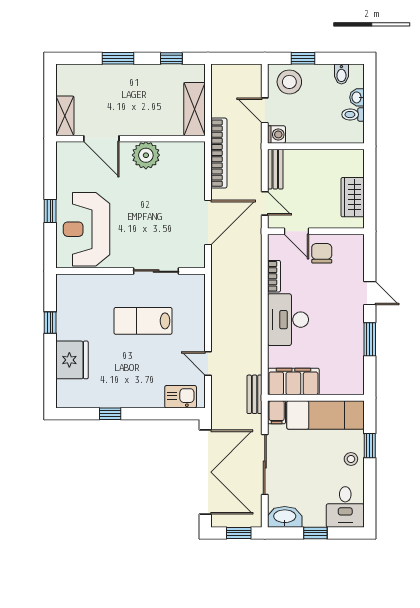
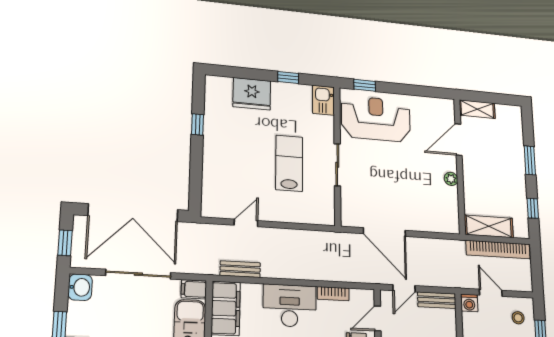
stool: (289, 82) -> (518, 318), width x0.53, depth x0.53
door: (265, 110) -> (491, 293), hinge flipped
bookcase: (219, 153) -> (498, 250), moved
plant: (146, 155) -> (451, 179), width x0.53, depth x0.53
window: (50, 211) -> (365, 85), moved
sliding door: (156, 271) -> (337, 165), moved
bench: (255, 394) -> (240, 269), moved
kitchen sink: (181, 397) -> (323, 100), moved, turned 180
washbasin: (285, 517) -> (80, 287), width x0.72

